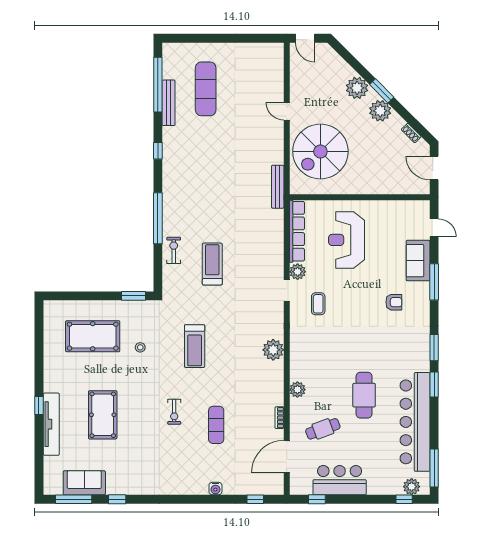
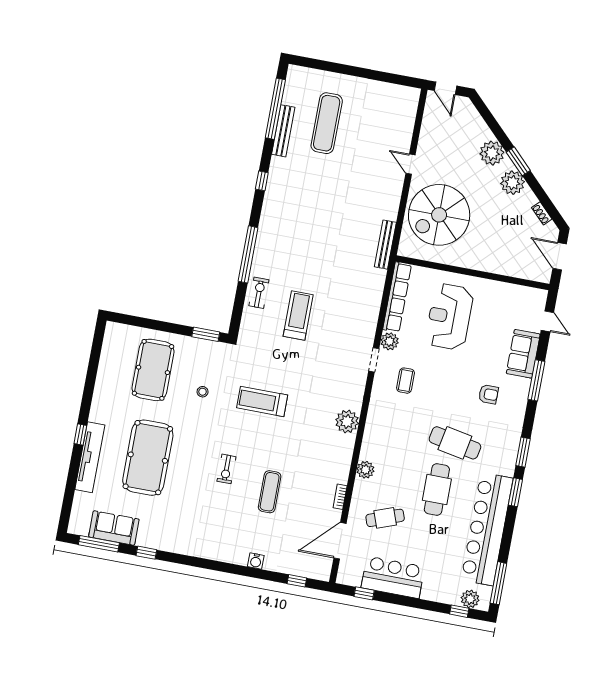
pool table: (93, 336) -> (153, 370), turned 90
treadmill: (195, 346) -> (262, 401), turned 90
cafe table: (372, 351) -> (455, 443), added
pool table: (103, 415) -> (148, 458), width x1.36, depth x1.32

